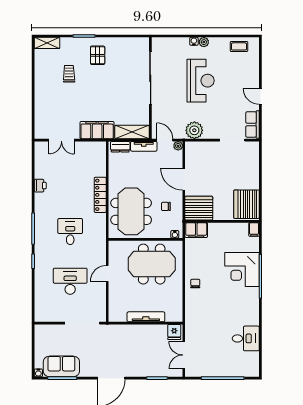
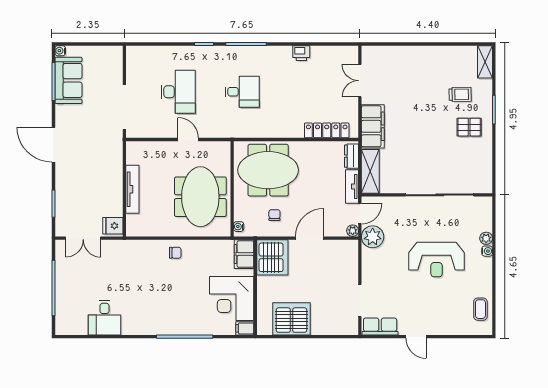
plant: (204, 42) -> (486, 238), moved
trolley: (69, 74) -> (460, 94), moved
door: (260, 96) -> (416, 337), swing flipped
plant: (194, 130) -> (373, 237), moved
locker: (100, 195) -> (327, 130), moved
server rack: (247, 204) -> (291, 319), moved
corner desk: (242, 270) -> (232, 298), moved, turned -90
double door: (184, 355) -> (83, 238), swing flipped

